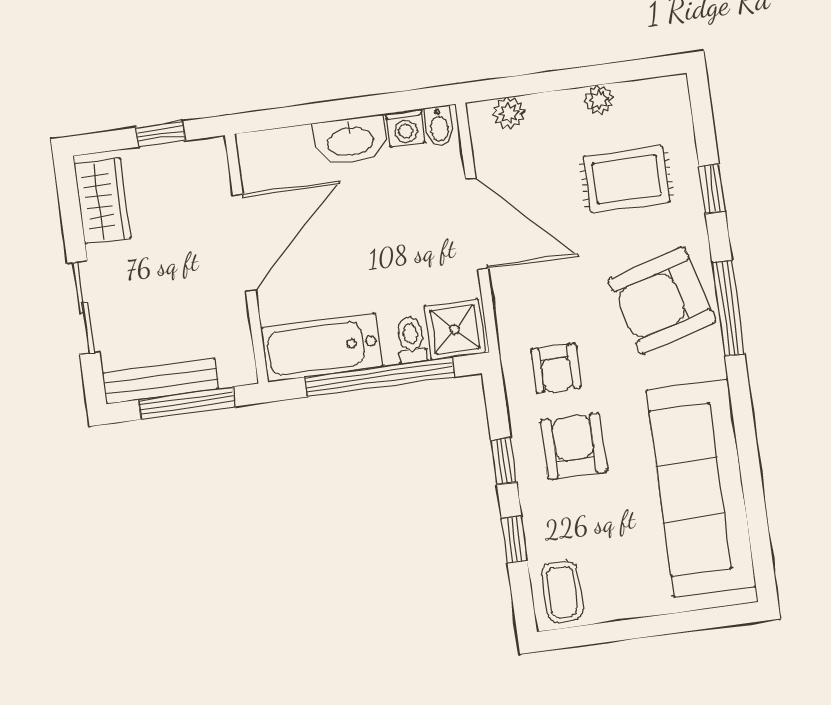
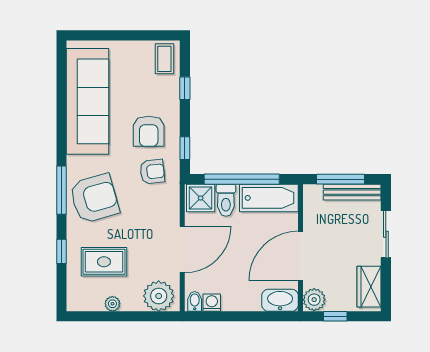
plant: (509, 113) -> (159, 296), width x1.87, depth x1.87
washbasin: (350, 140) -> (280, 300), moved
plant: (206, 161) -> (314, 300), added
door: (477, 224) -> (182, 250), swing flipped
toilet: (411, 340) -> (226, 200), width x1.37, depth x1.39
armchair: (556, 368) -> (152, 172), turned 84
window: (504, 461) -> (185, 148), moved

